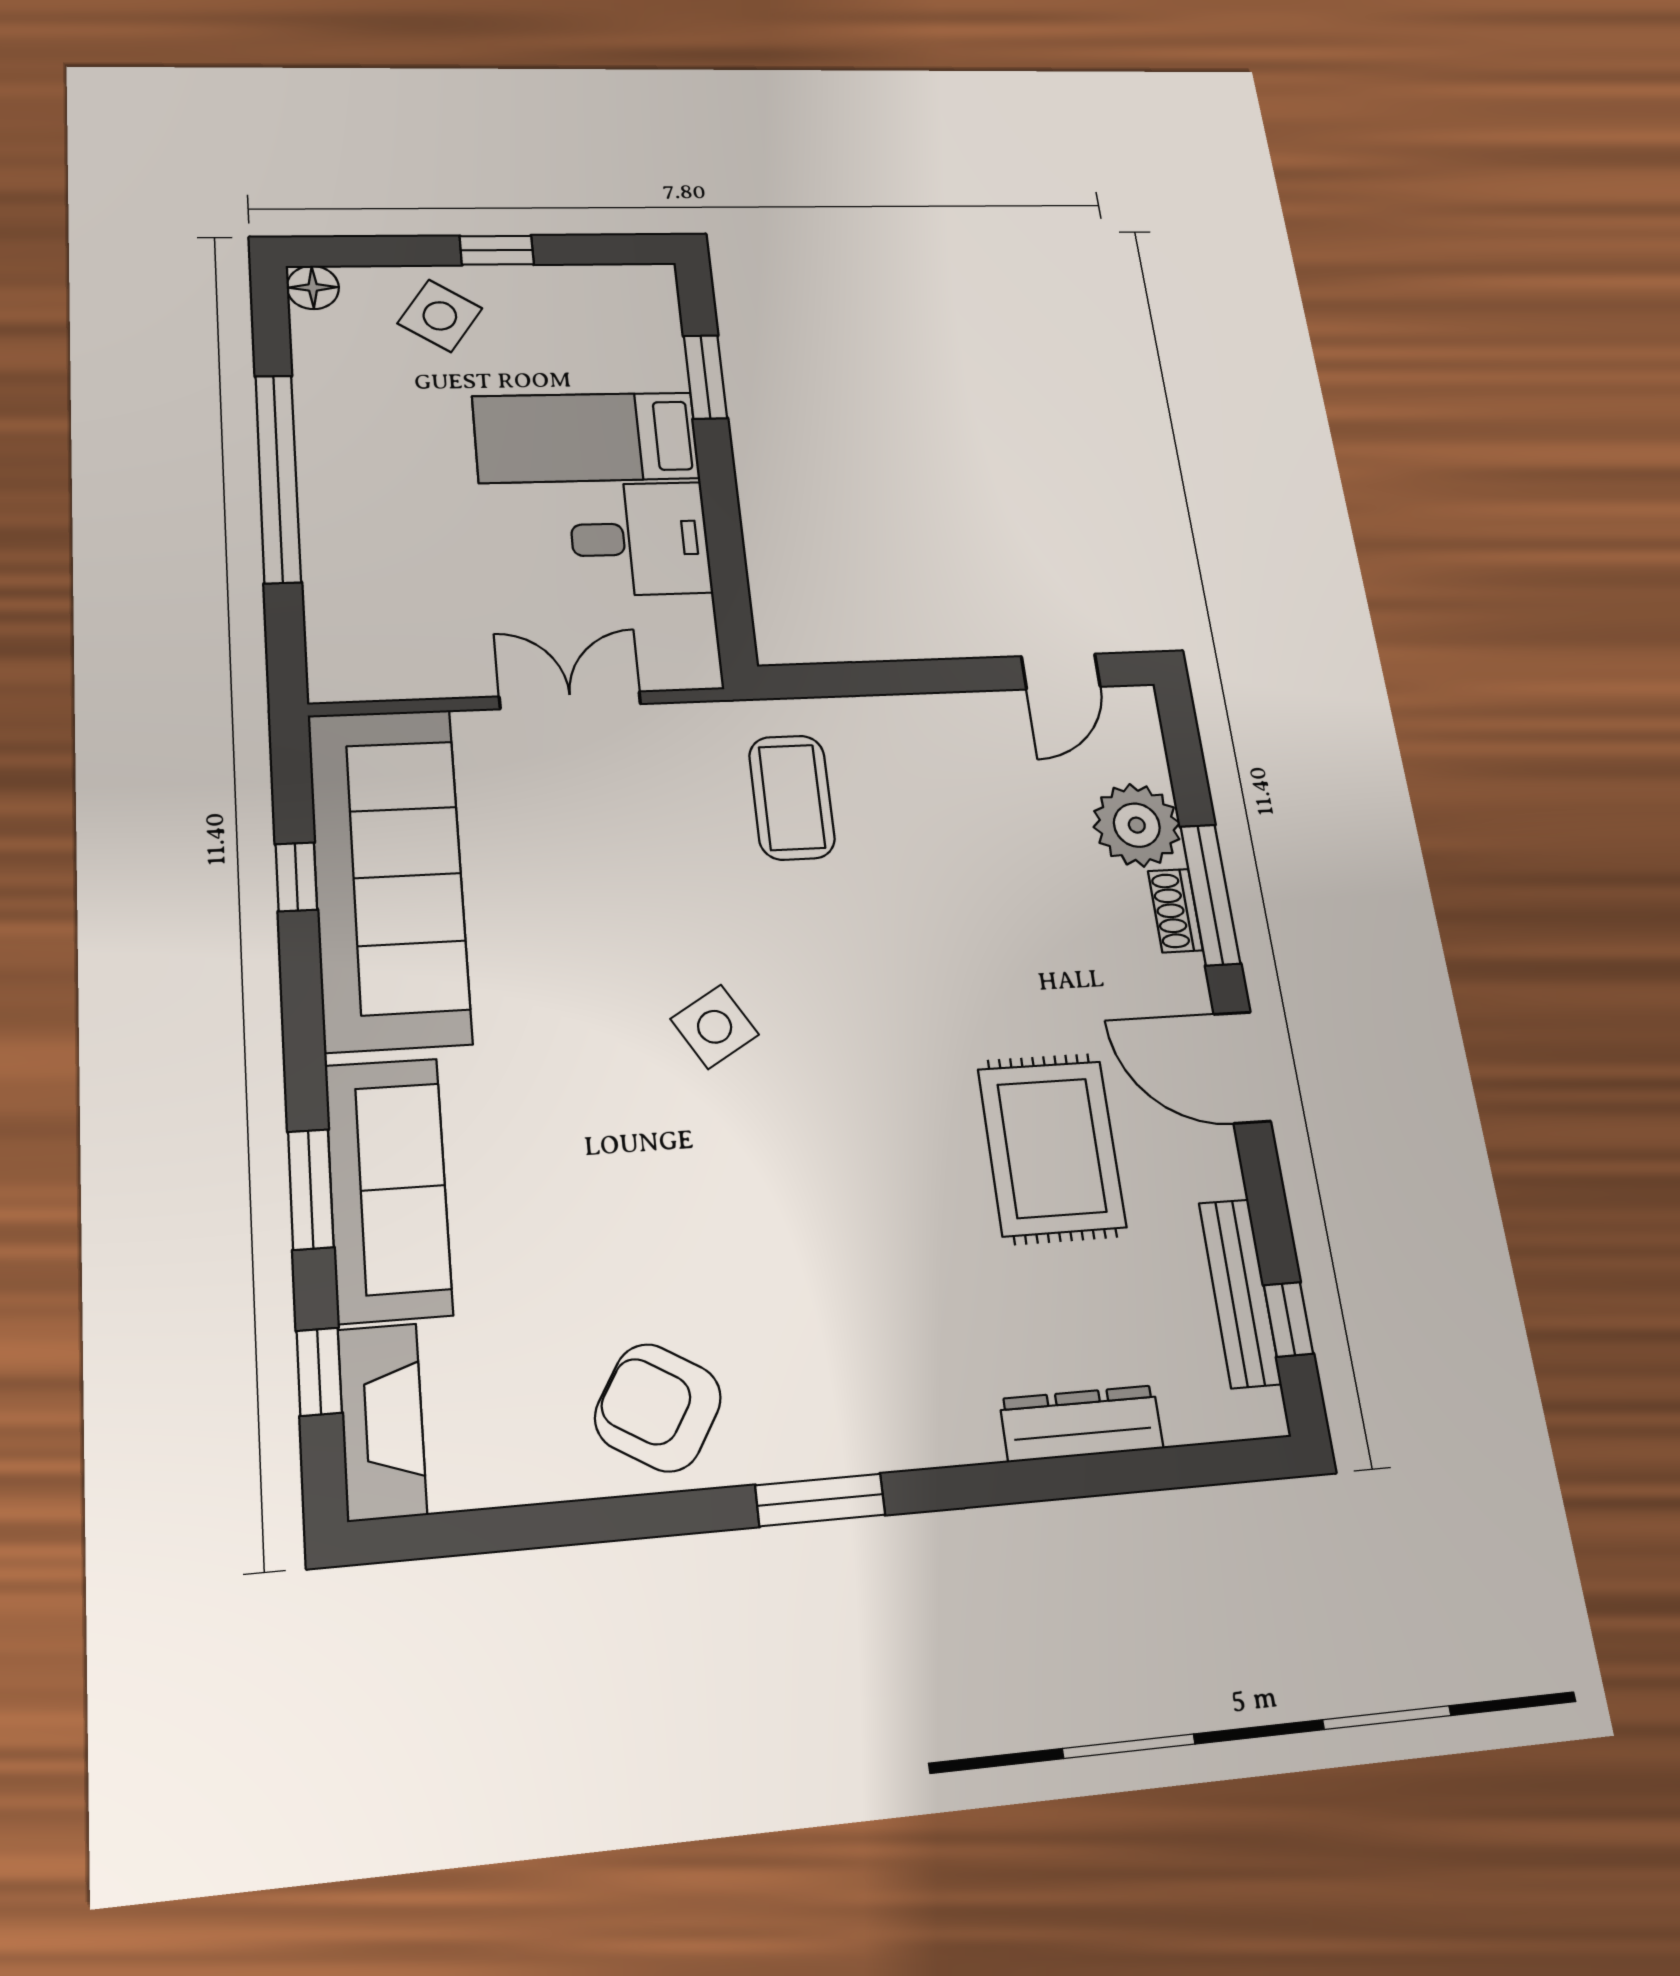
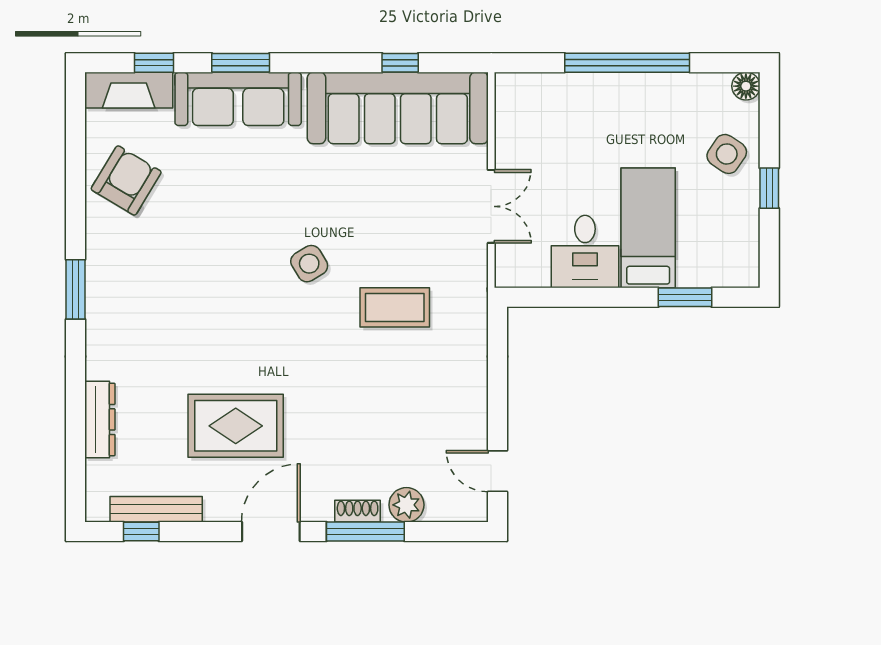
coffee table: (792, 797) -> (395, 307), moved
plant: (1137, 825) -> (406, 505), width x0.73, depth x0.73
armchair: (658, 1408) -> (126, 180), moved

